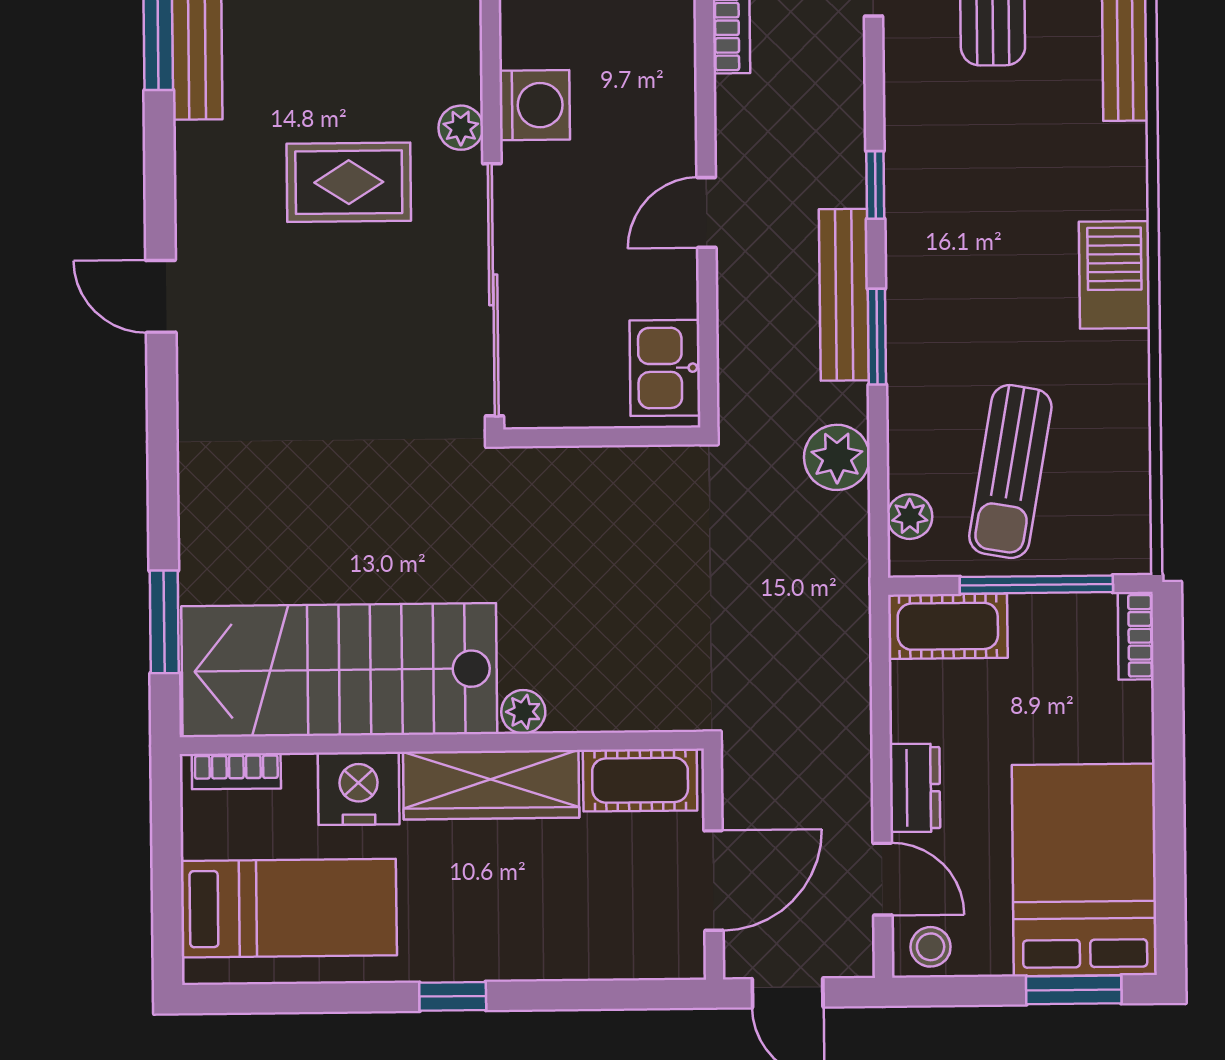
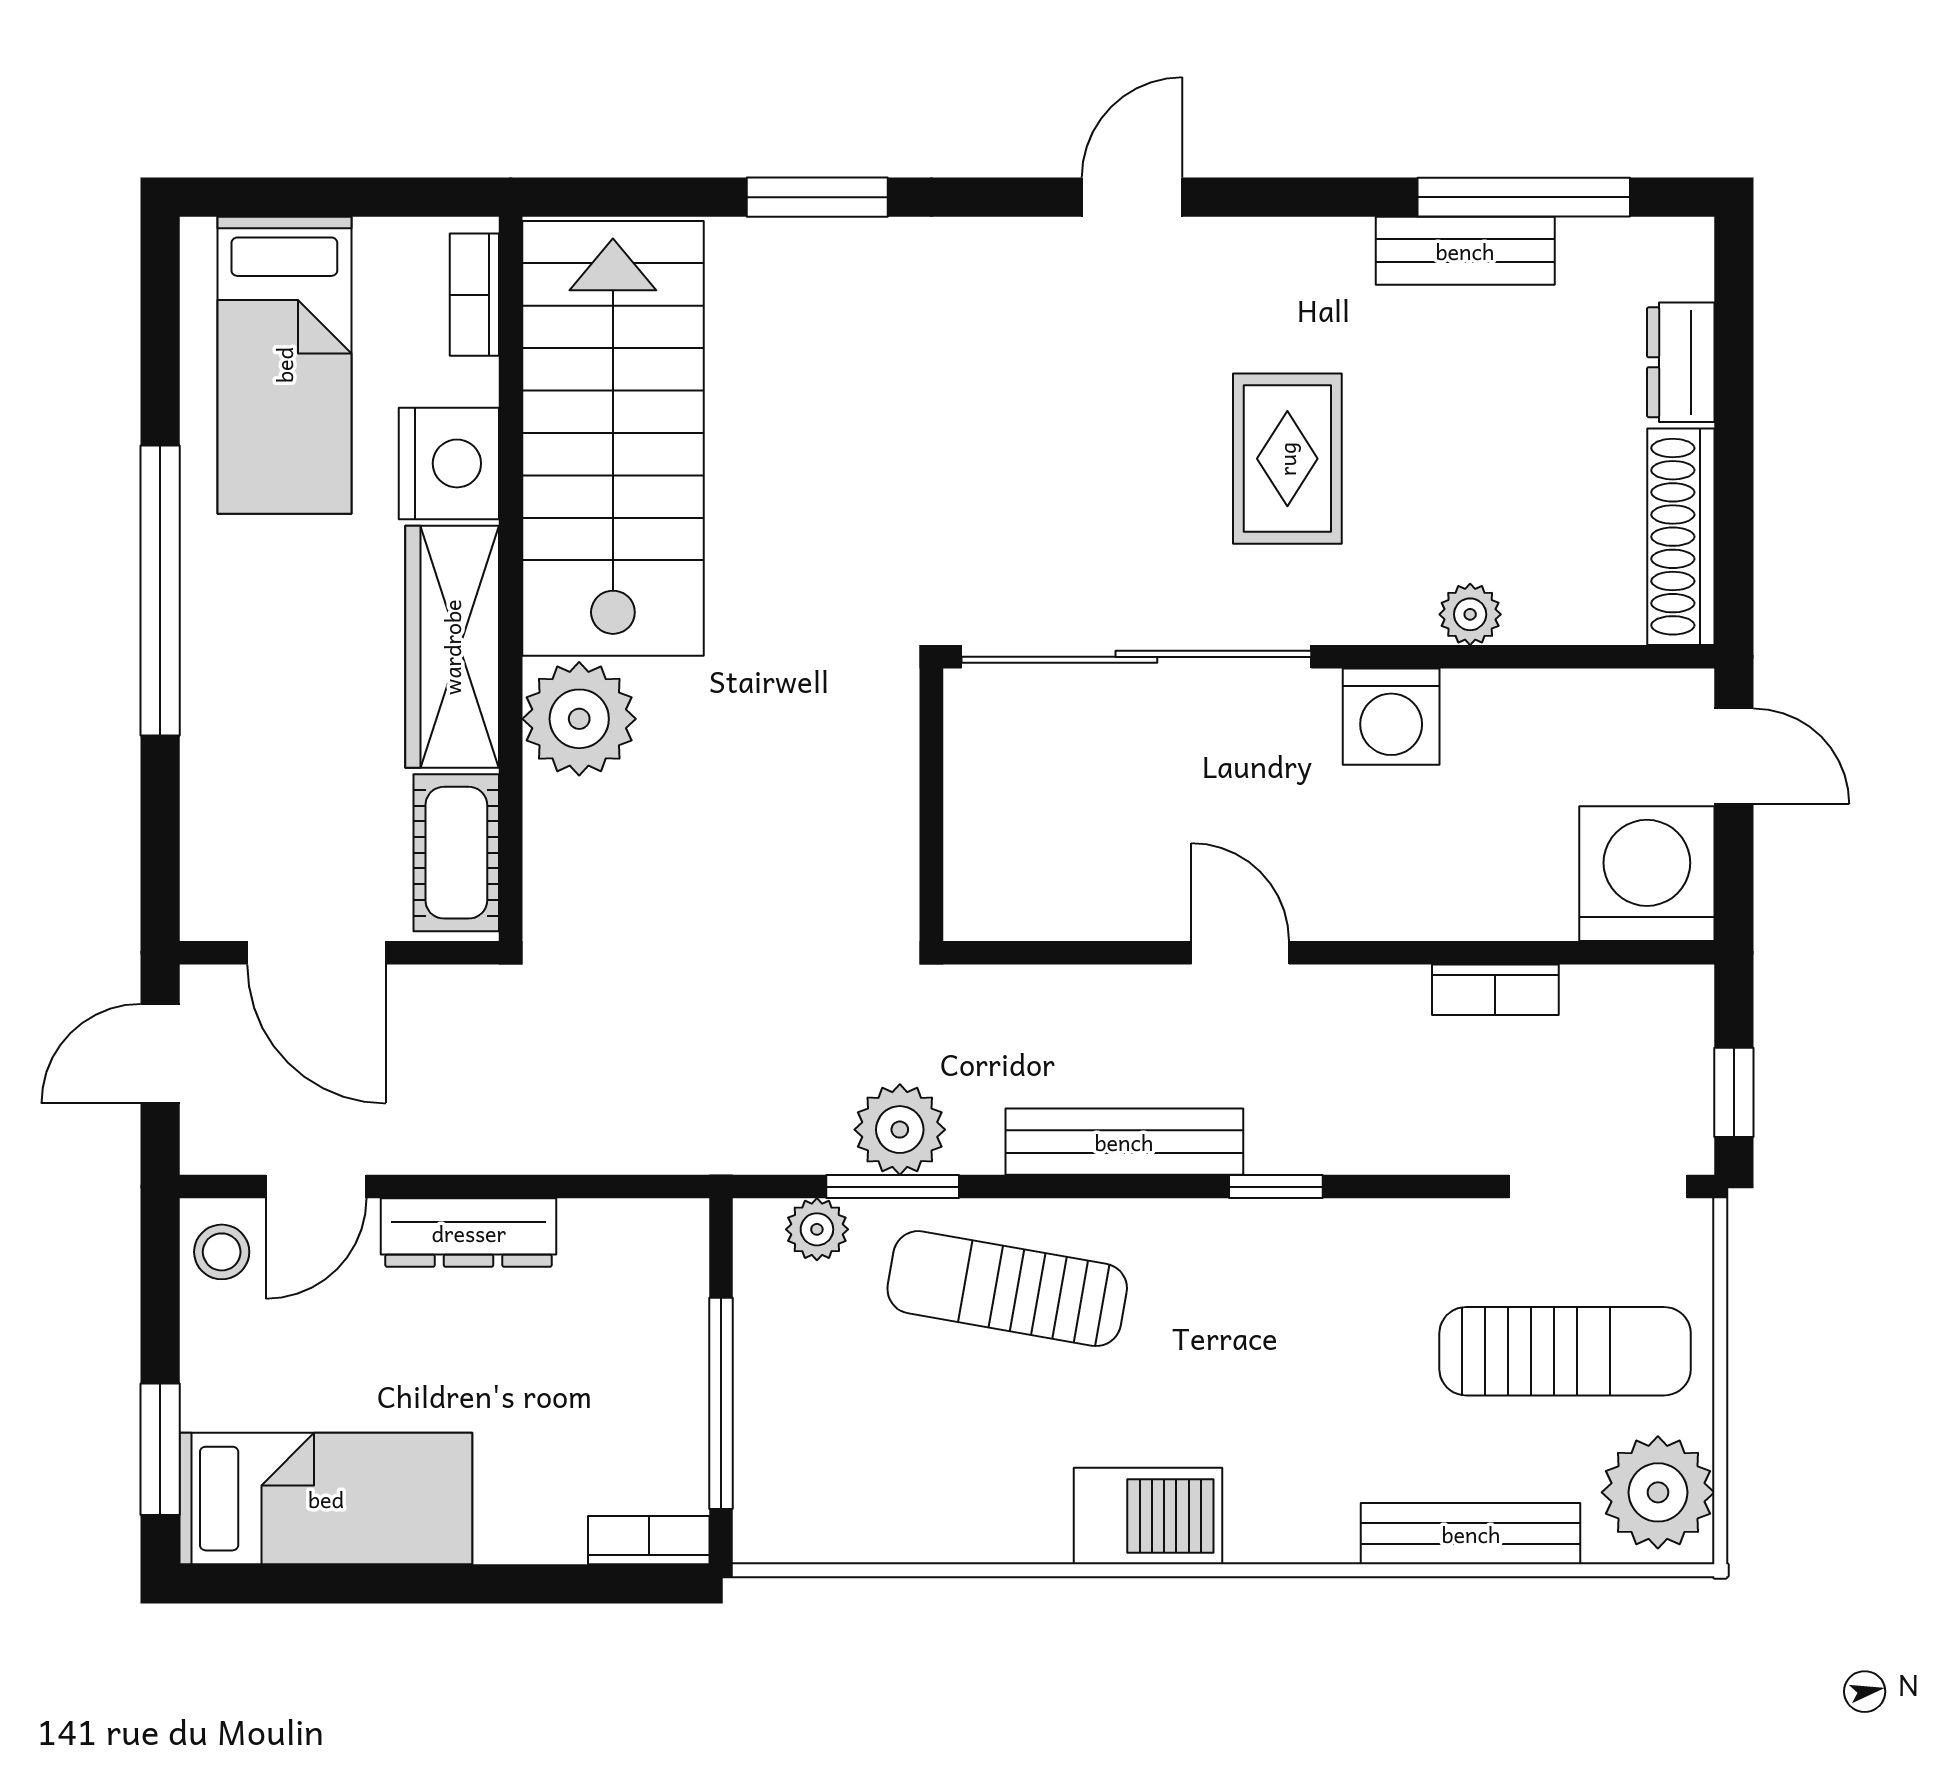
plant: (461, 128) -> (1470, 614), moved
window: (877, 337) -> (893, 1187), moved
kitchen sink: (665, 368) -> (1026, 893), removed
sun lounger: (1010, 471) -> (1007, 1289), moved
window: (164, 622) -> (817, 197), moved
cot: (948, 626) -> (665, 1280), removed
plant: (523, 712) -> (579, 719), width x1.88, depth x1.88
dresser: (915, 788) -> (469, 1233), width x1.44
bed: (1084, 870) -> (326, 1499), width x0.67
window: (453, 996) -> (160, 591), width x3.17

